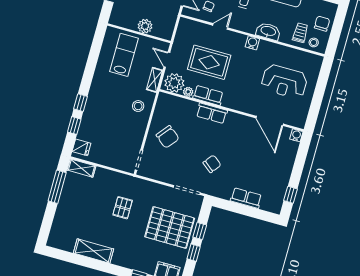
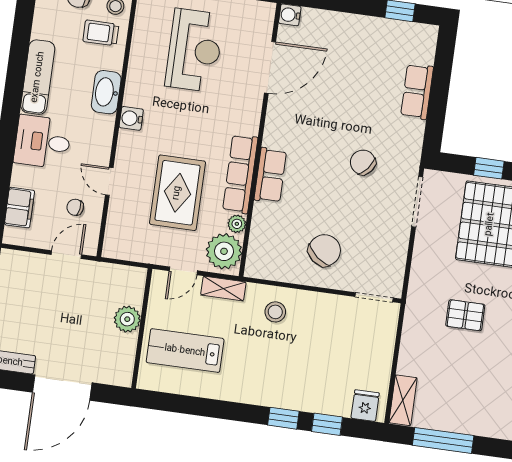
row of seats: (208, 95) -> (240, 174), width x1.48

